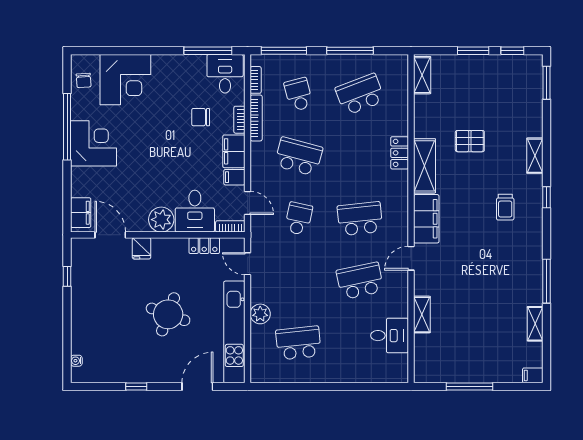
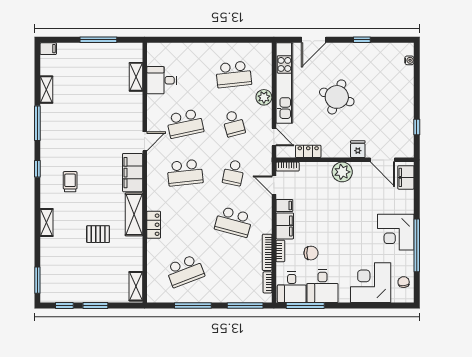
school desk: (299, 94) -> (234, 123), moved
window: (547, 197) -> (37, 169), moved
desk: (195, 211) -> (323, 286), moved, turned 180
shelving: (422, 315) -> (136, 77), moved

